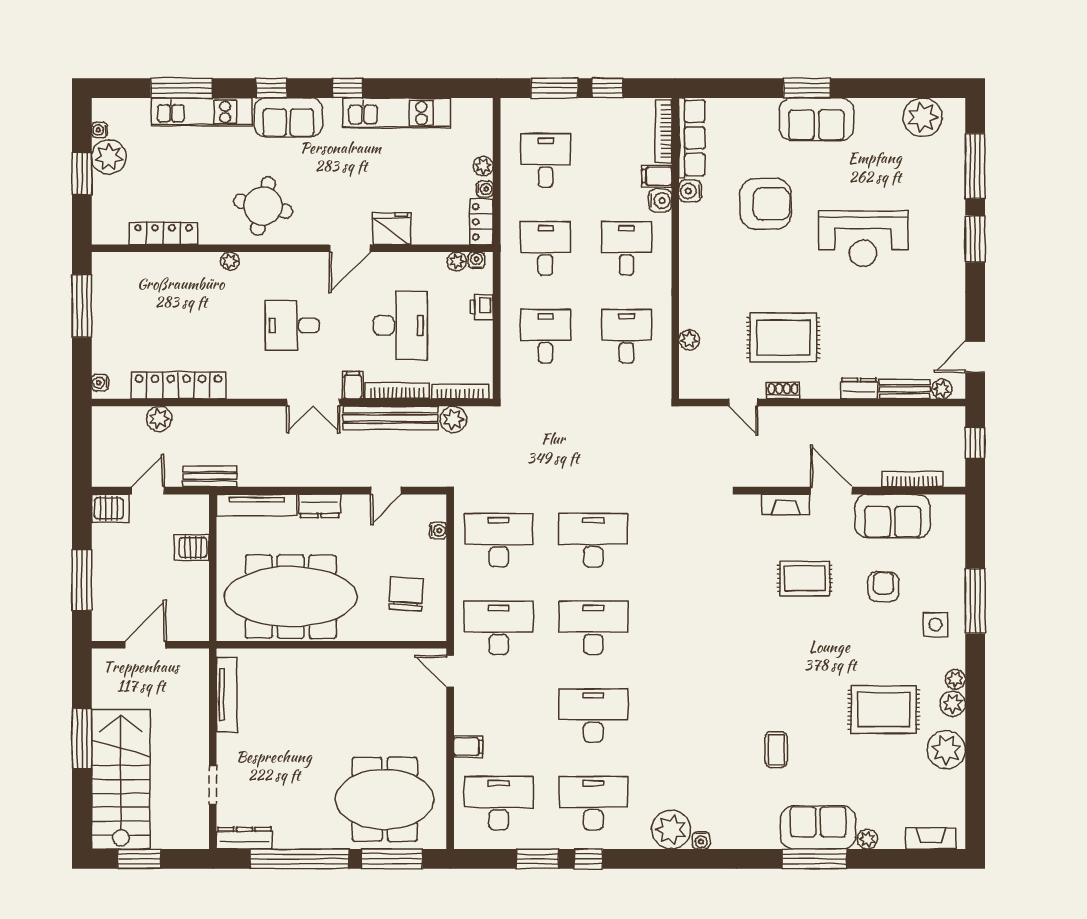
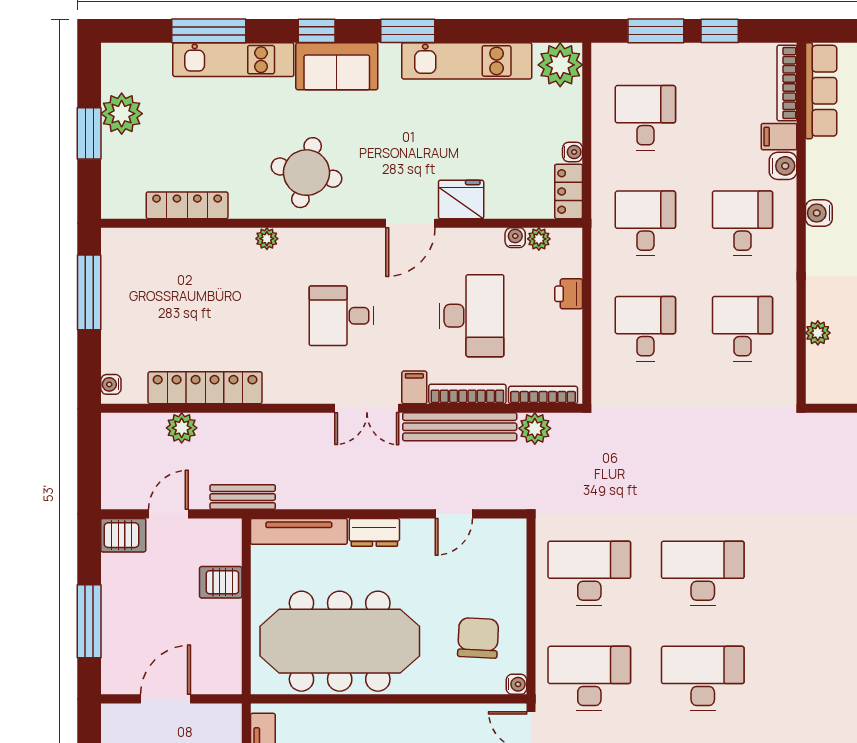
window: (347, 88) -> (408, 31), width x1.50
water cooler: (99, 130) -> (110, 81), removed
plant: (483, 166) -> (560, 65), moved, width x1.88, depth x1.88
water cooler: (690, 191) -> (819, 213), moved
water cooler: (476, 260) -> (515, 238), moved
water cooler: (438, 530) -> (516, 684), moved

